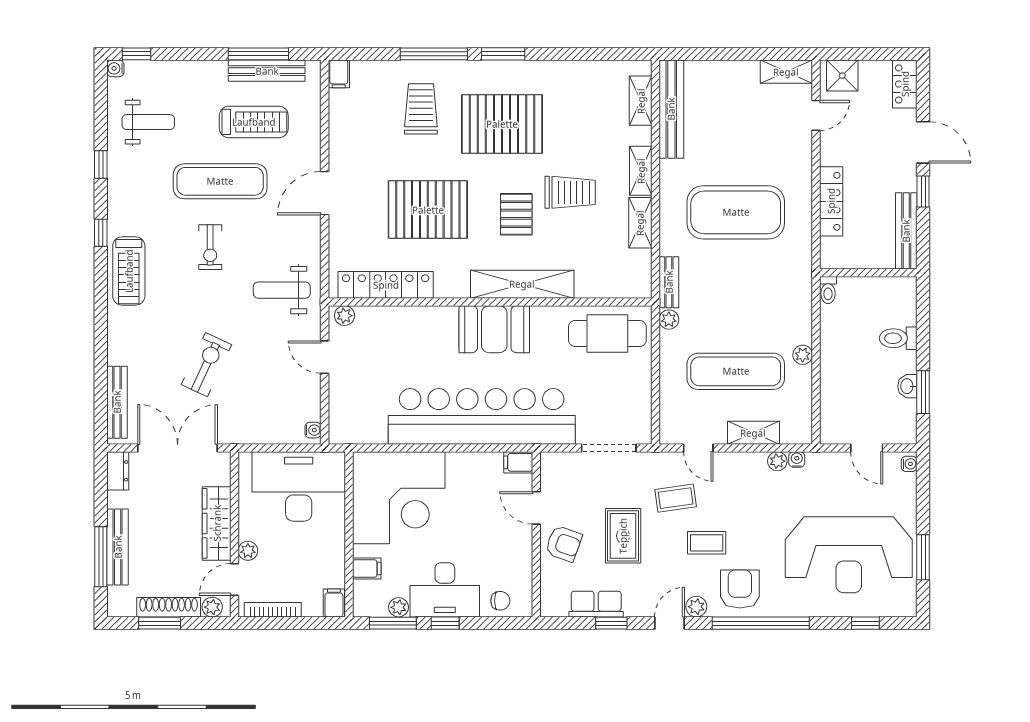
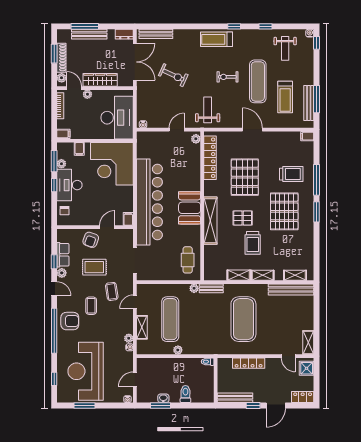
cafe table: (607, 334) -> (188, 260), width x0.73, depth x0.74
plant: (696, 607) -> (62, 273), moved

